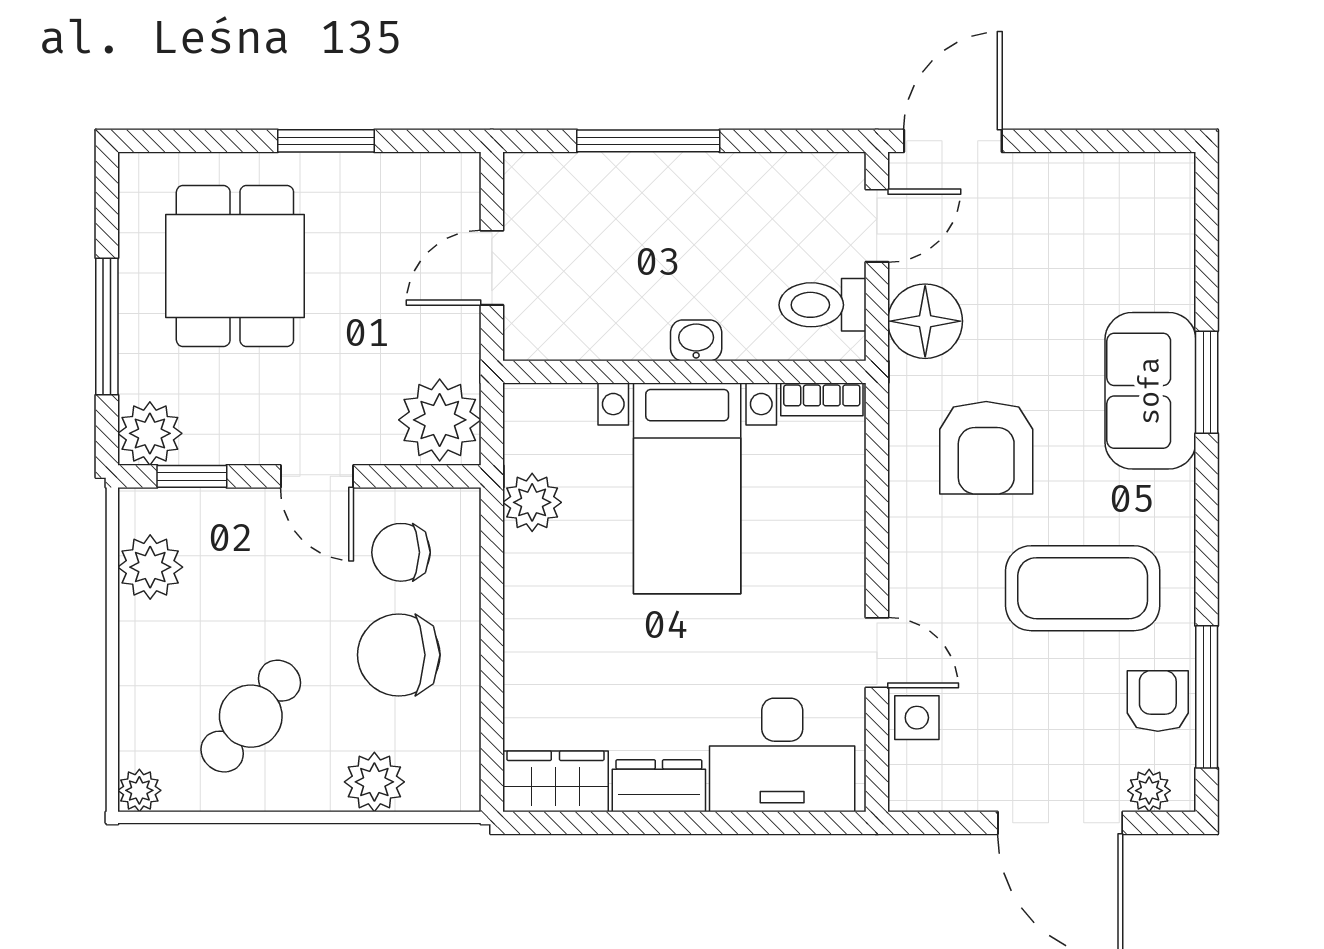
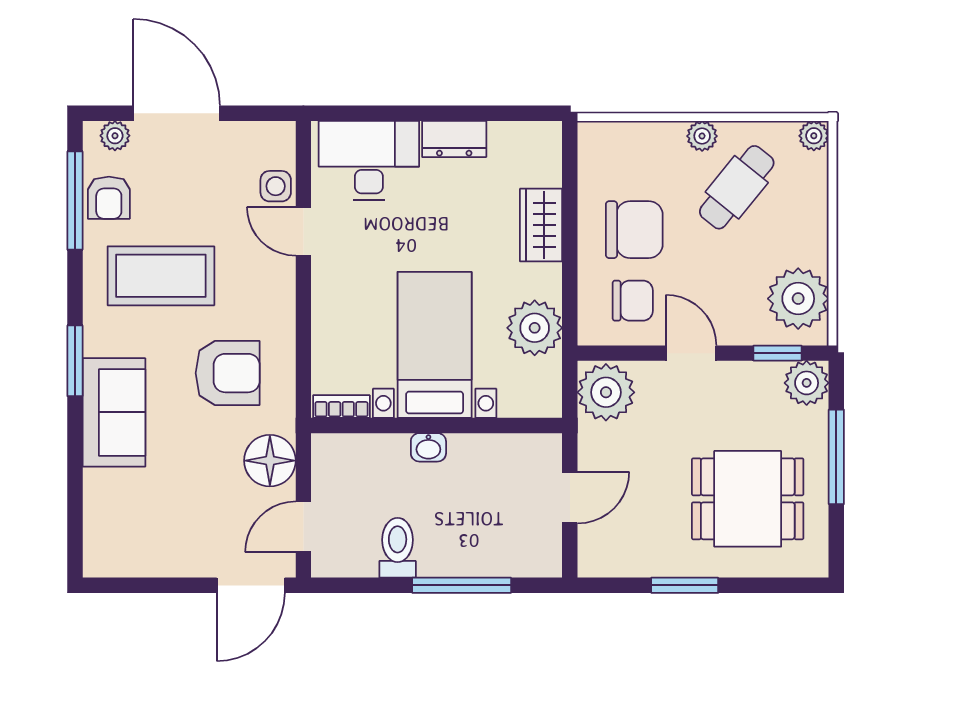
dining table: (235, 266) -> (748, 499), turned 90
toilet: (822, 305) -> (398, 548), moved, turned -90
window: (1207, 382) -> (75, 361), moved
armchair: (986, 448) -> (228, 373), turned 90
plant: (532, 502) -> (535, 328), width x1.36, depth x1.36
plant: (150, 567) -> (798, 299), width x1.36, depth x1.36
wardrobe: (555, 781) -> (541, 225), moved, turned 90
plant: (374, 782) -> (702, 136), moved, width x0.73, depth x0.73

